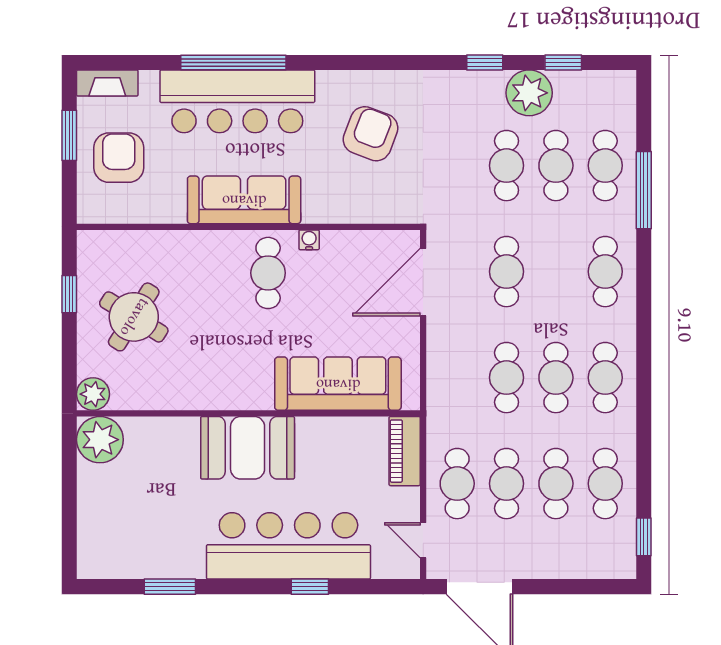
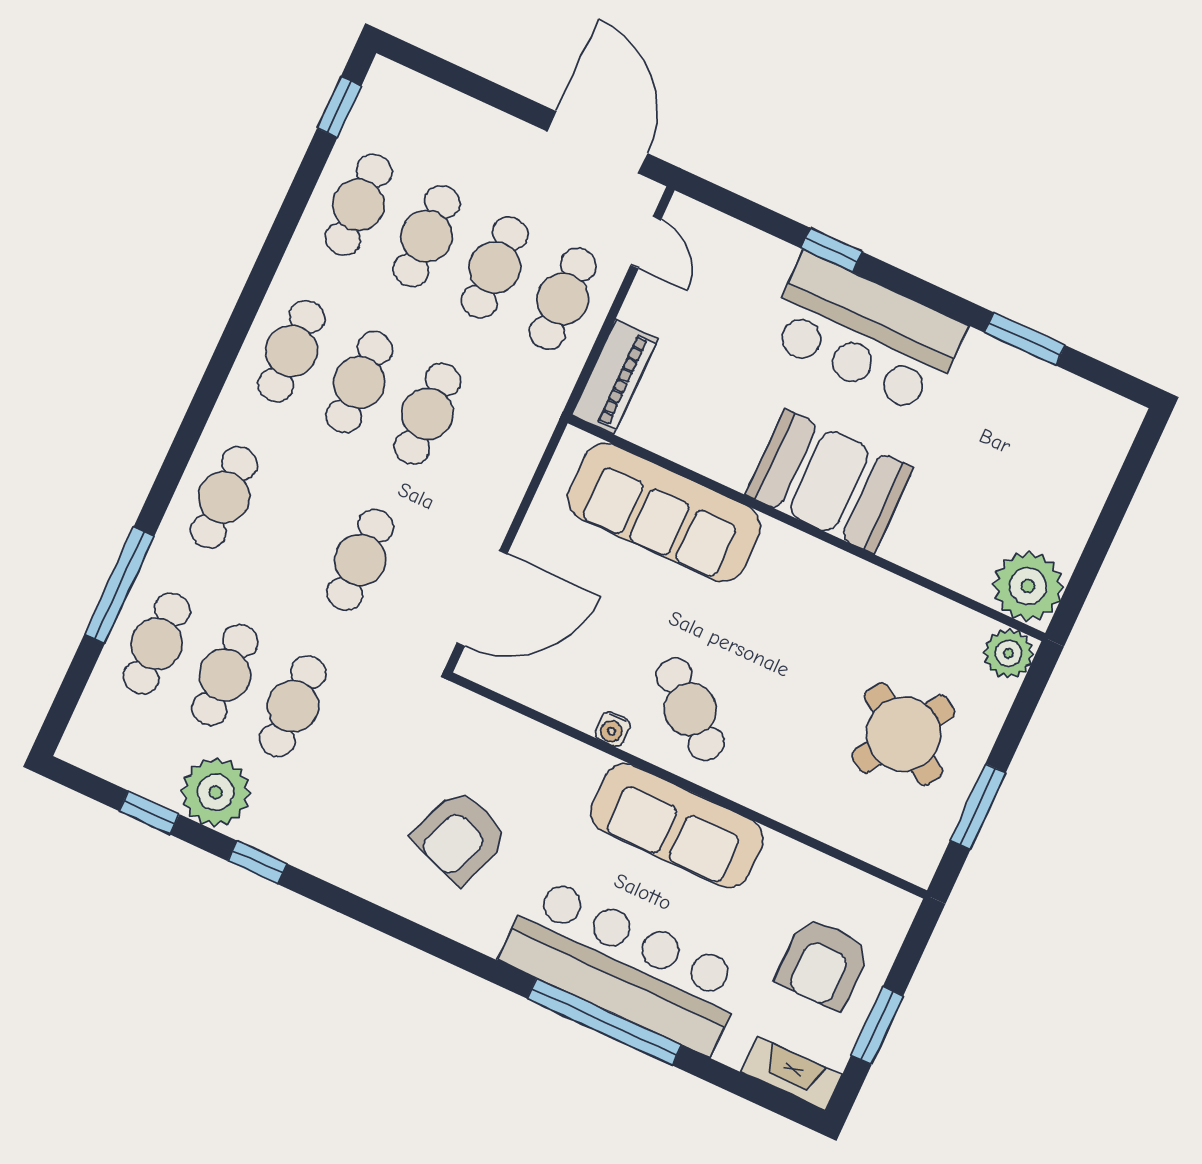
cafe table: (268, 273) -> (690, 709), turned -50
window: (69, 294) -> (978, 807), width x1.50
bar counter: (288, 546) -> (865, 334), width x0.73

